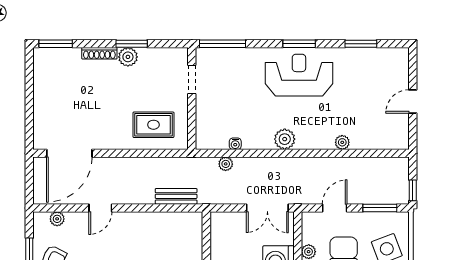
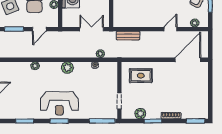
plant: (128, 57) -> (140, 114), moved
double door: (267, 208) -> (92, 29), moved

